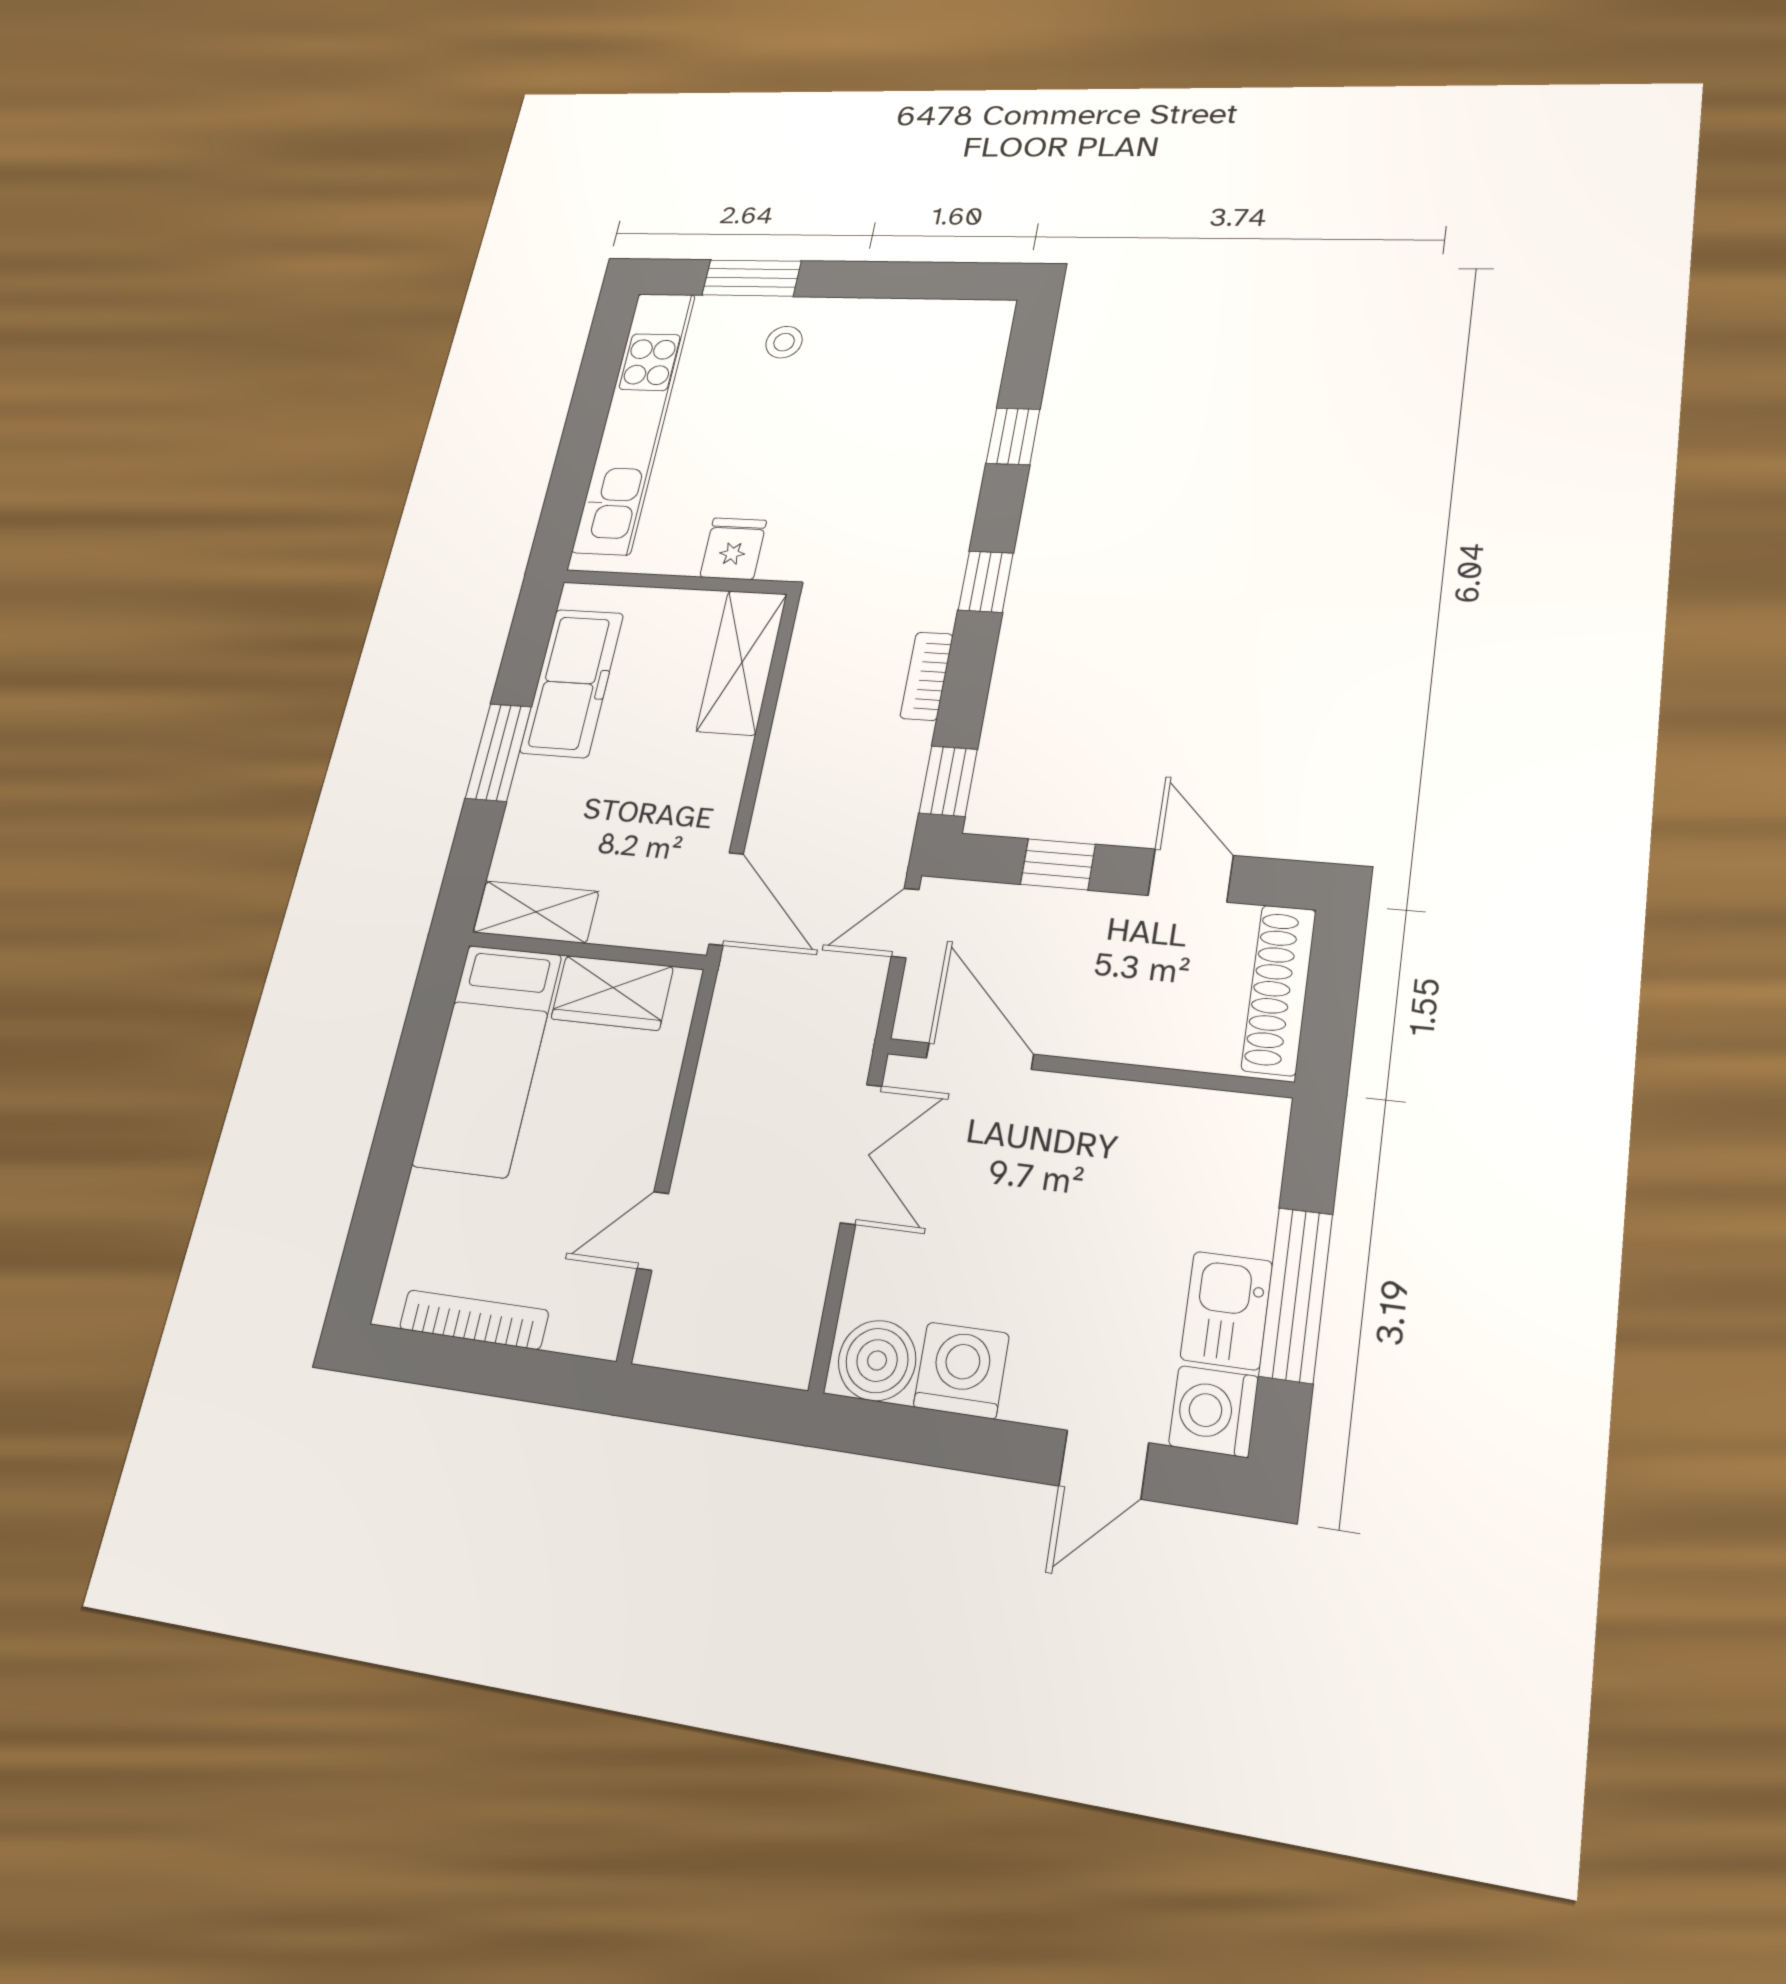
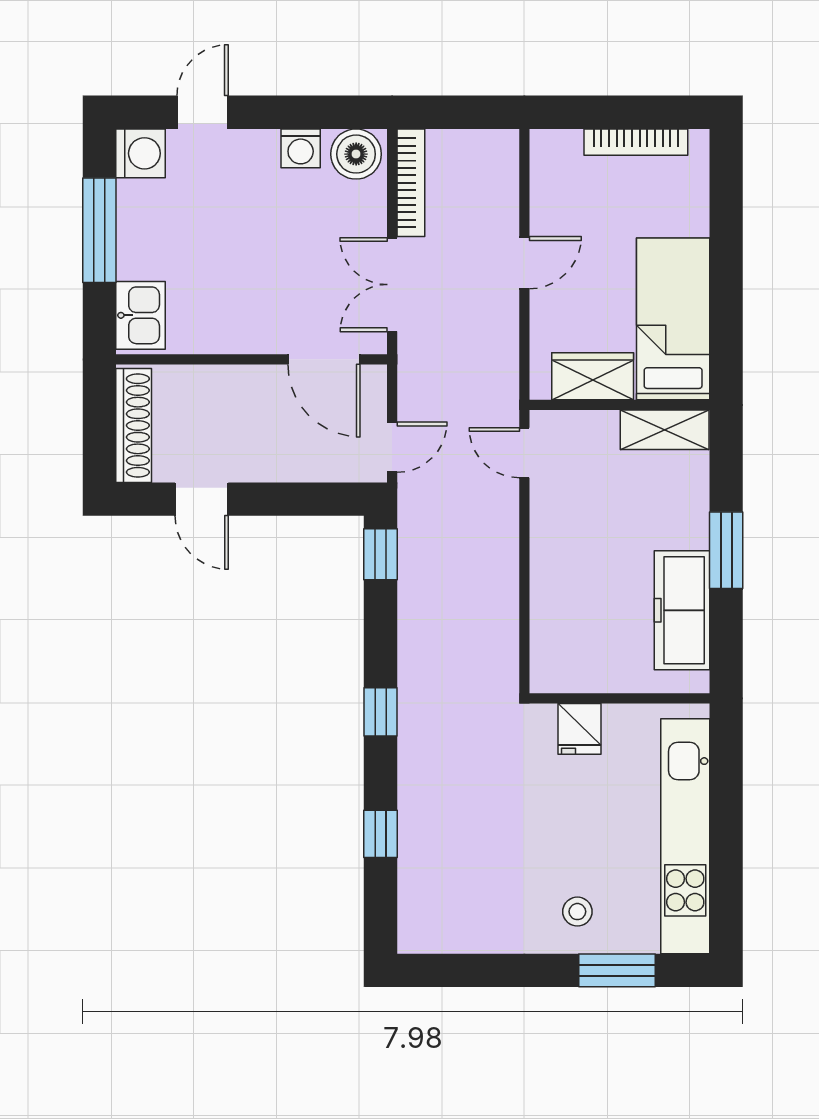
shelving: (742, 662) -> (552, 636), removed
bookcase: (927, 676) -> (411, 183), moved, width x1.56
window: (1058, 864) -> (293, 499), removed
door: (726, 899) -> (524, 453), width x0.73
door: (653, 1231) -> (524, 263), moved
kitchen sink: (1226, 1310) -> (141, 315), moved
washing machine: (961, 1370) -> (301, 148), width x0.73, depth x0.73

